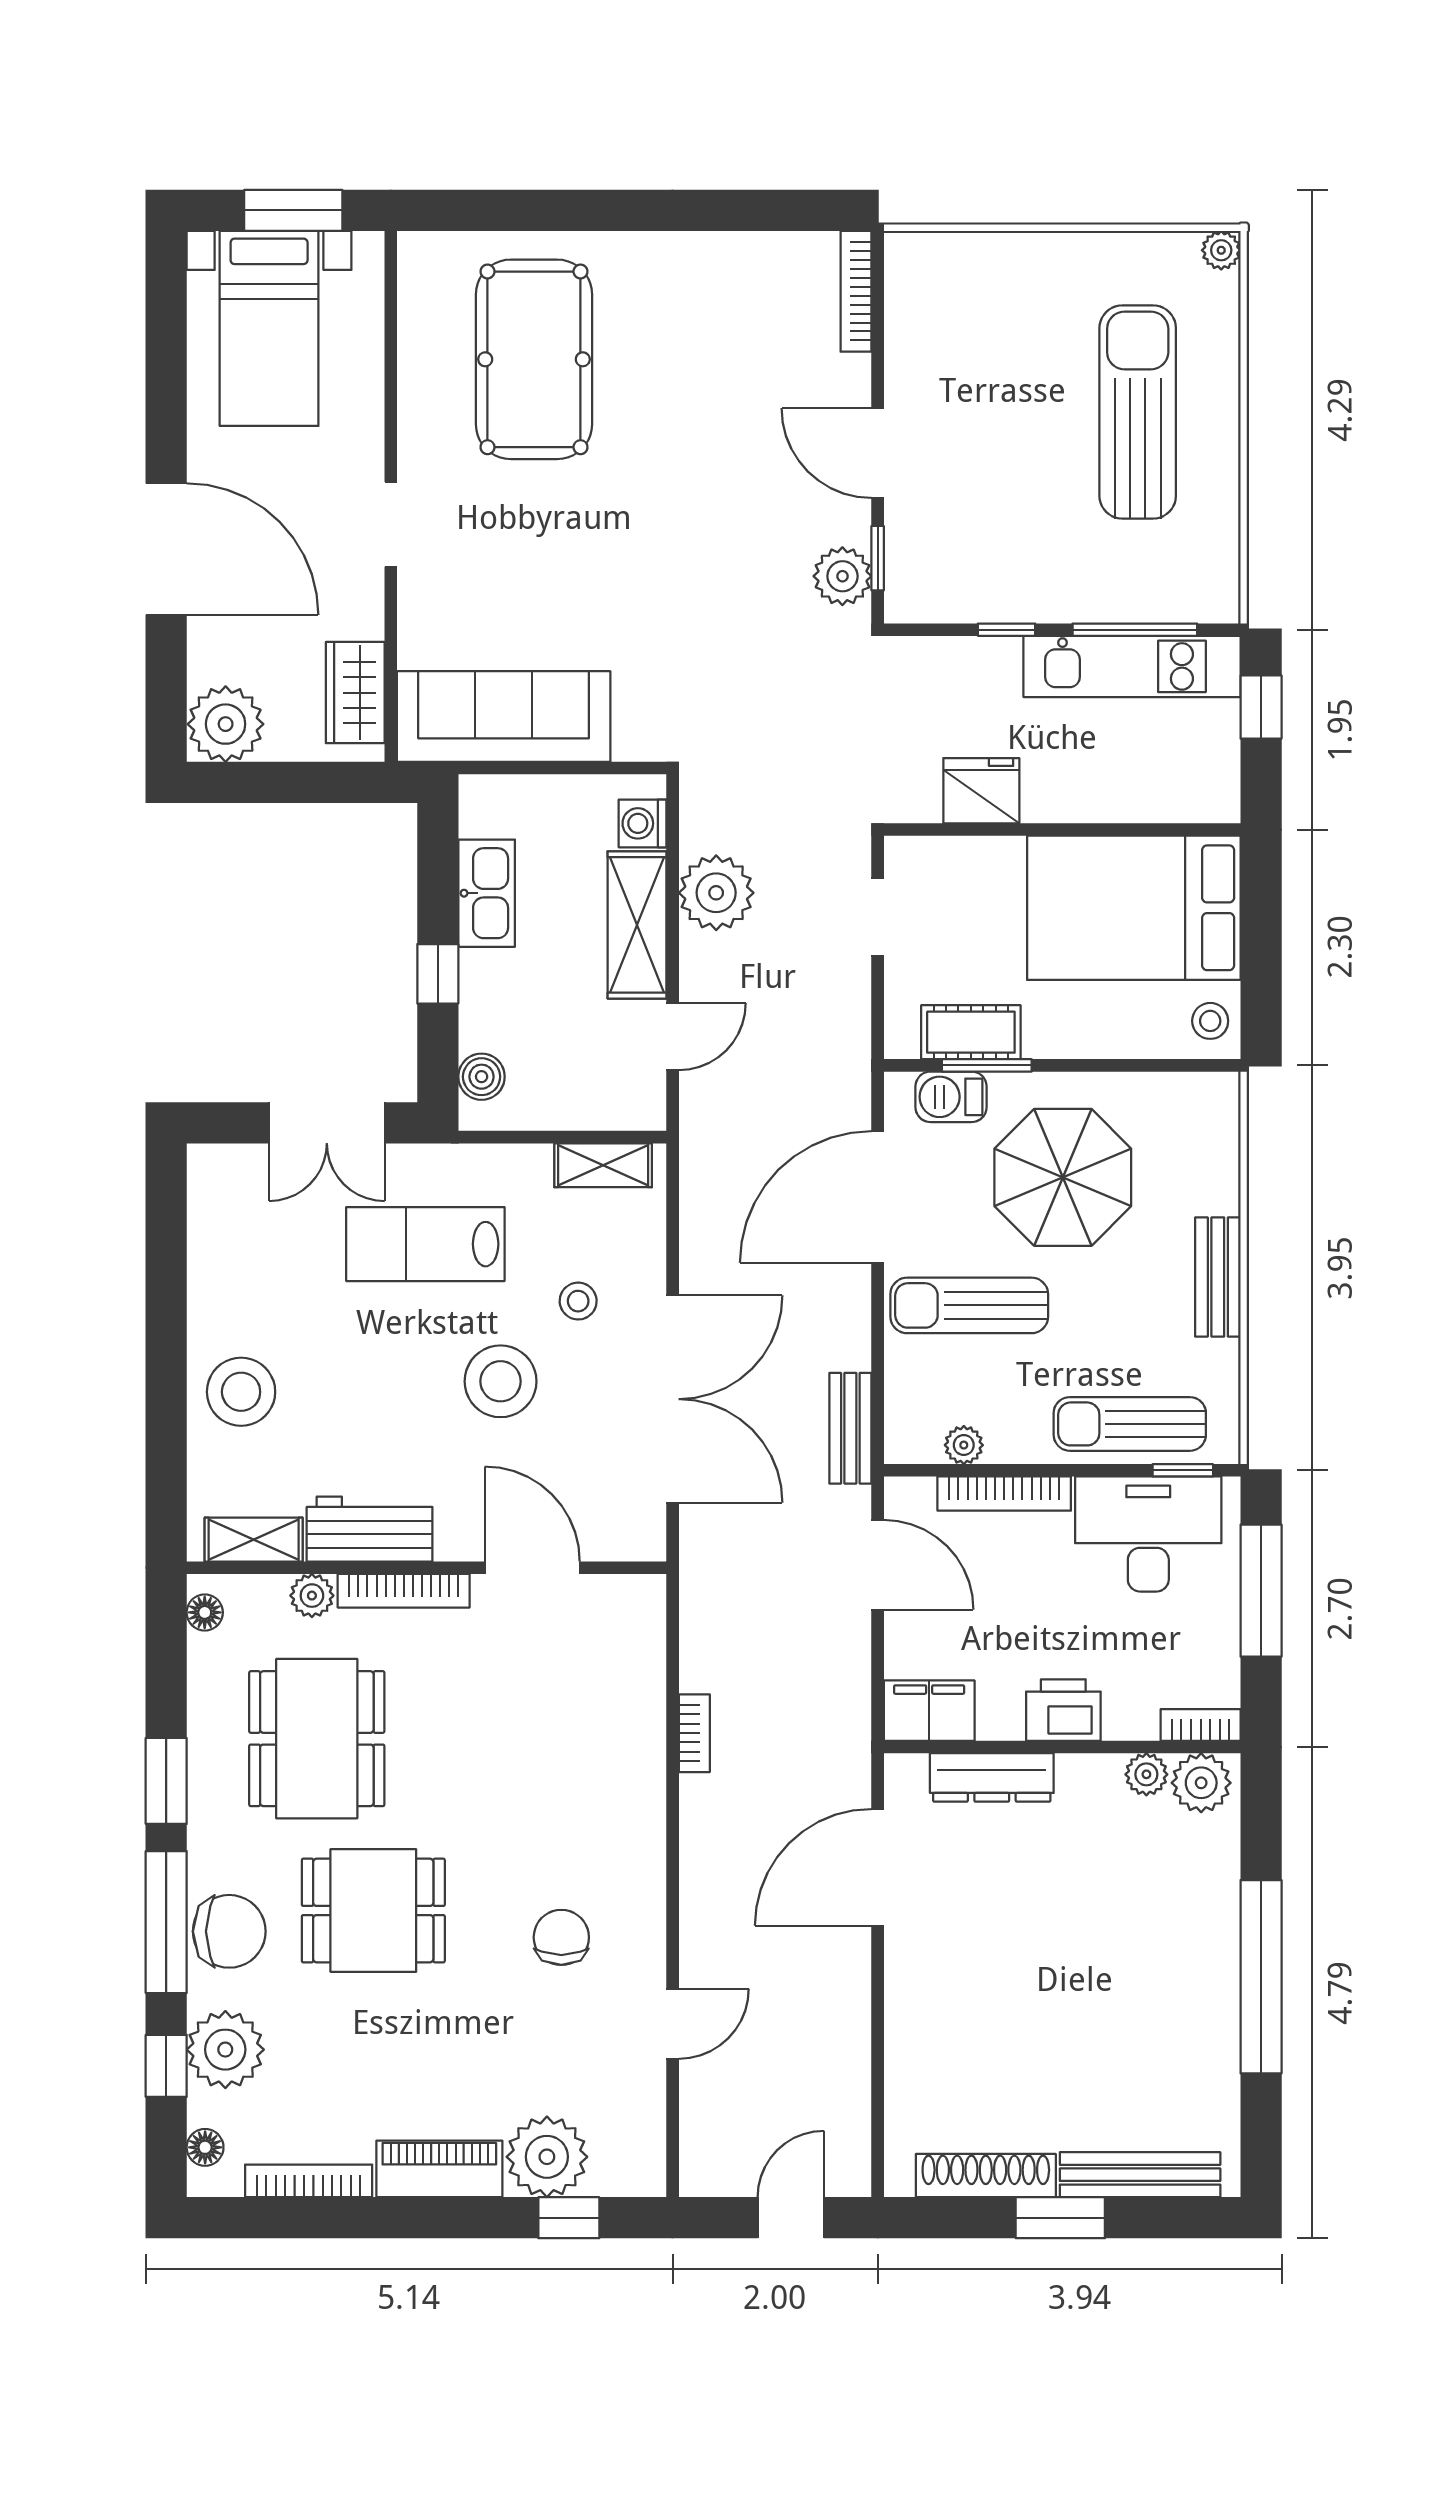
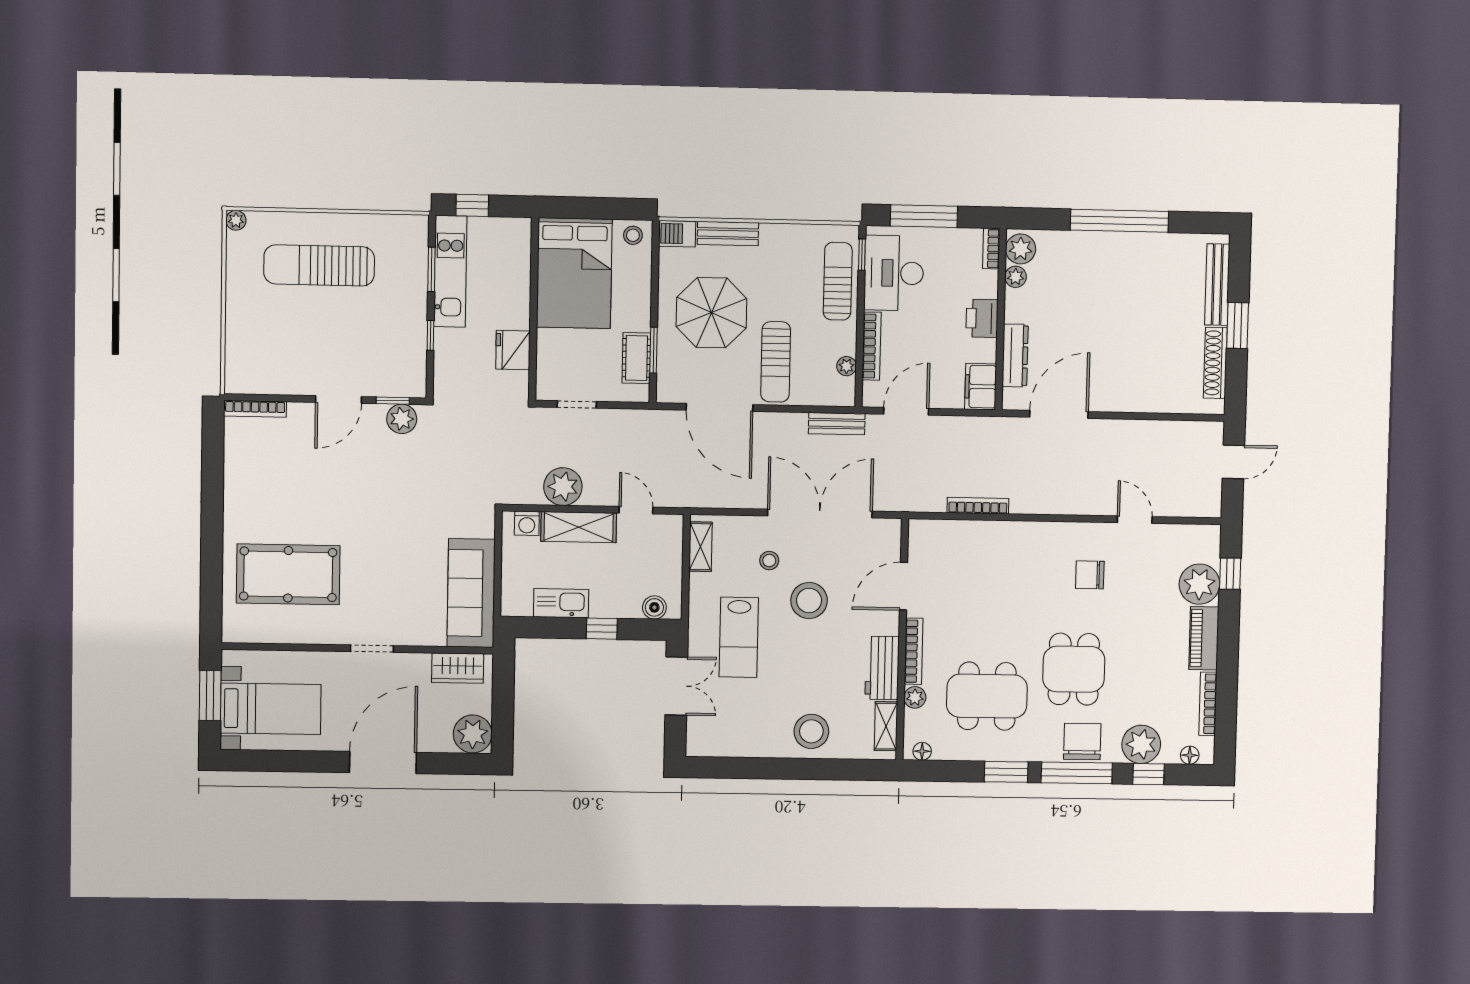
window: (1135, 630) -> (431, 269), width x0.69
barbecue: (951, 1097) -> (677, 234), moved, turned 90
bench: (1218, 1277) -> (728, 234), moved
sun lounger: (1130, 1424) -> (838, 281), turned 180
bookcase: (694, 1733) -> (978, 506), width x1.56
door: (878, 1867) -> (1059, 414), swing flipped
door: (791, 2218) -> (1233, 462), swing flipped

